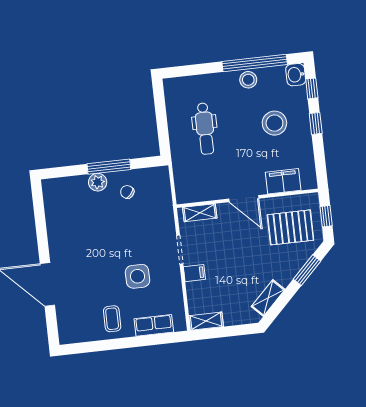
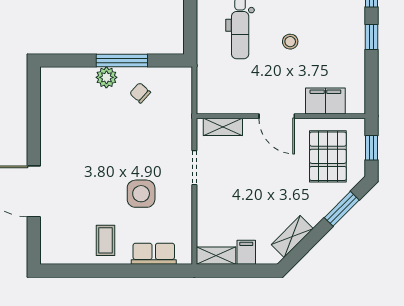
stool: (274, 123) -> (290, 42), moved, width x0.53, depth x0.53
pallet: (290, 227) -> (328, 156), turned 90
filing cabinet: (194, 273) -> (246, 252), moved, turned -90

